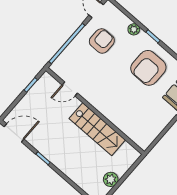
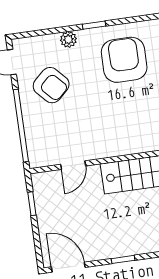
armchair: (102, 41) -> (51, 85), turned 137
armchair: (148, 68) -> (124, 60), turned 180
door: (14, 133) -> (68, 267), hinge flipped

